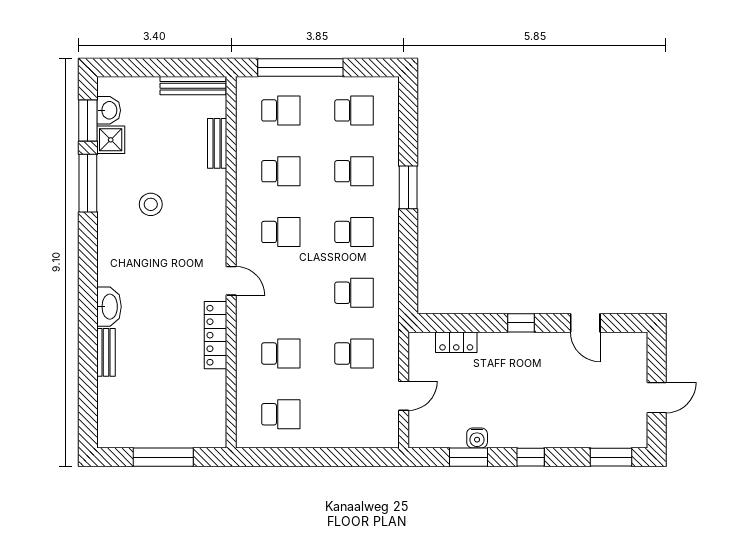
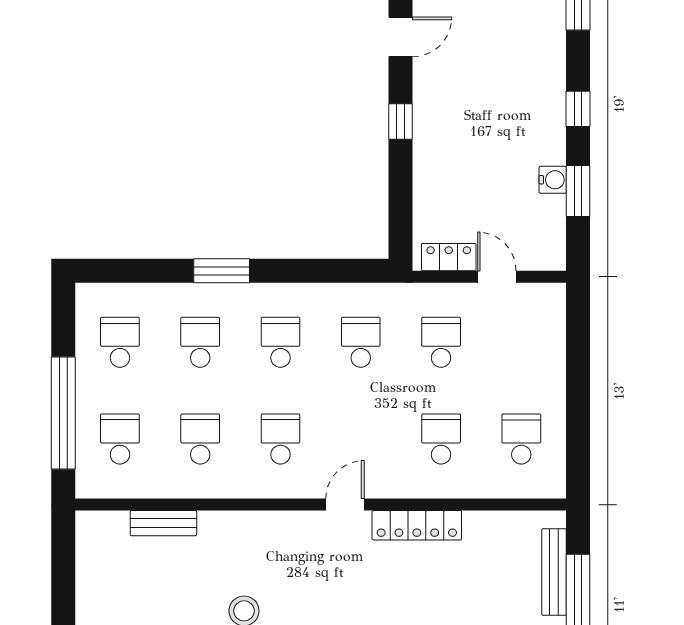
bench: (193, 86) -> (554, 572), moved
locker: (456, 342) -> (449, 257), moved, turned -90

